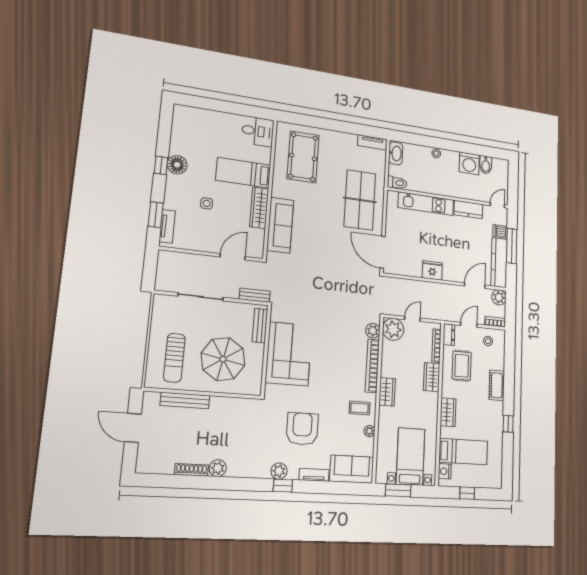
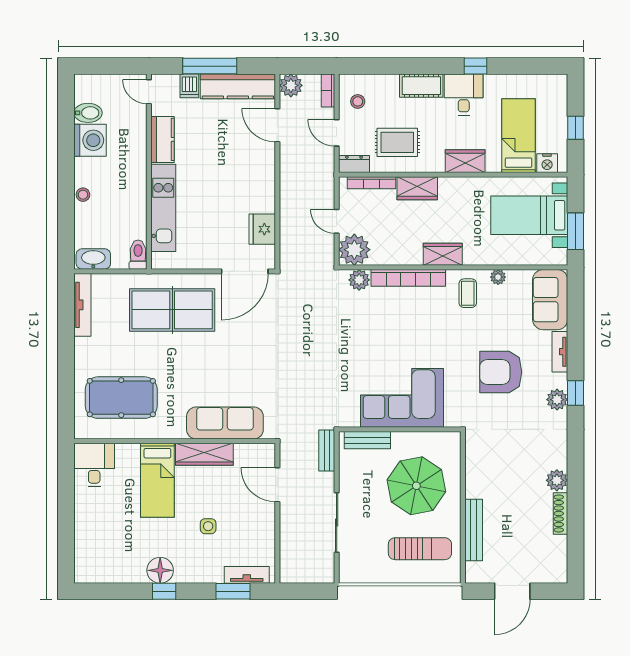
tv unit: (372, 142) -> (82, 305), width x1.41
fridge: (432, 270) -> (262, 229), moved
desk: (490, 414) -> (464, 95), added

